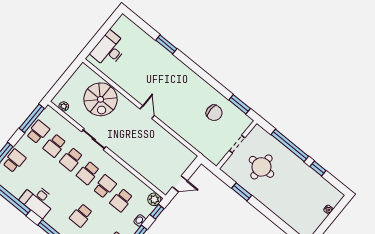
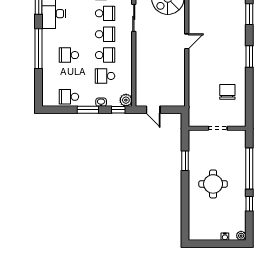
window: (240, 104) -> (249, 56), moved
chair: (214, 113) -> (227, 92), turned 180
school desk: (71, 159) -> (105, 13), turned 180
round table: (261, 167) -> (213, 184), moved
school desk: (88, 173) -> (105, 34), turned 180
plant: (338, 196) -> (241, 236), added

